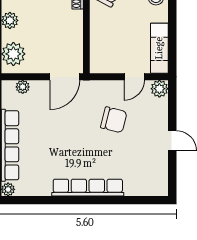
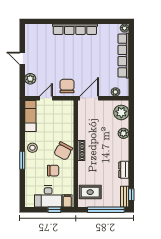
plant: (159, 89) -> (30, 79), moved
chair: (114, 120) -> (67, 86), moved, turned 76

